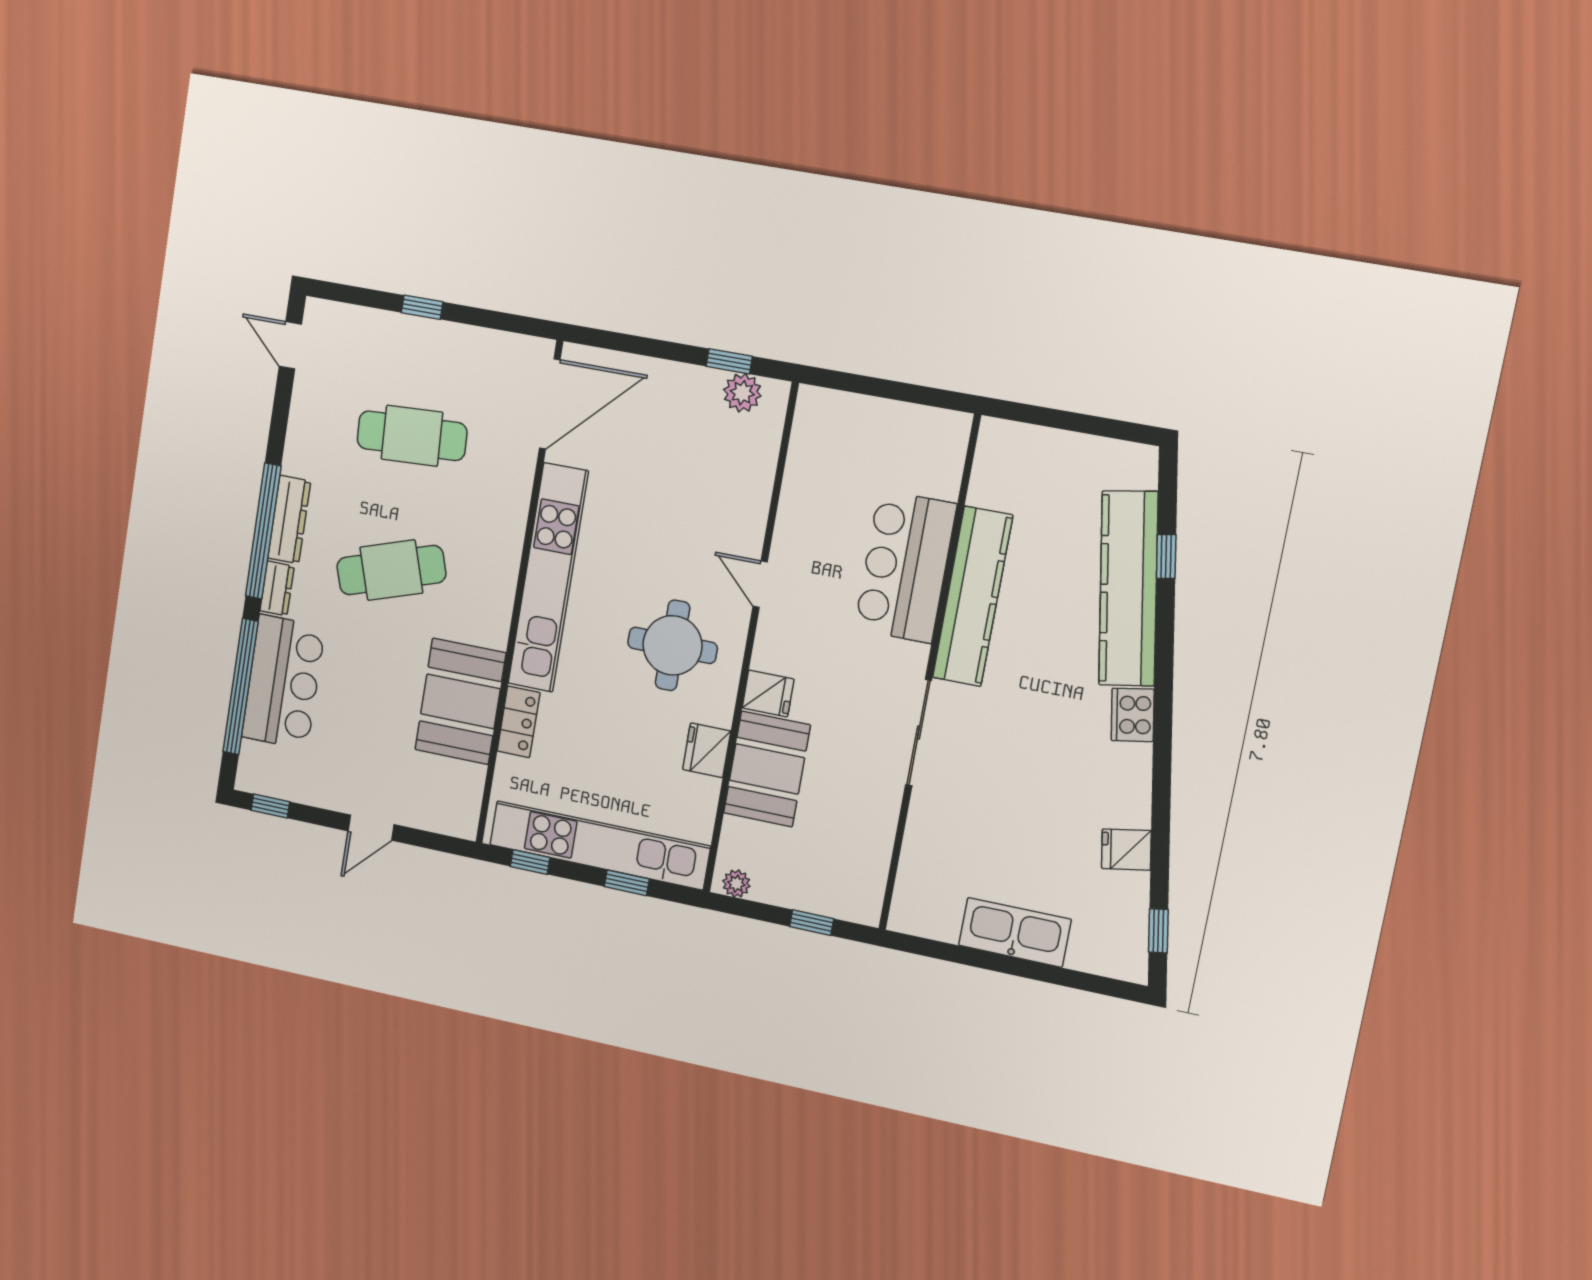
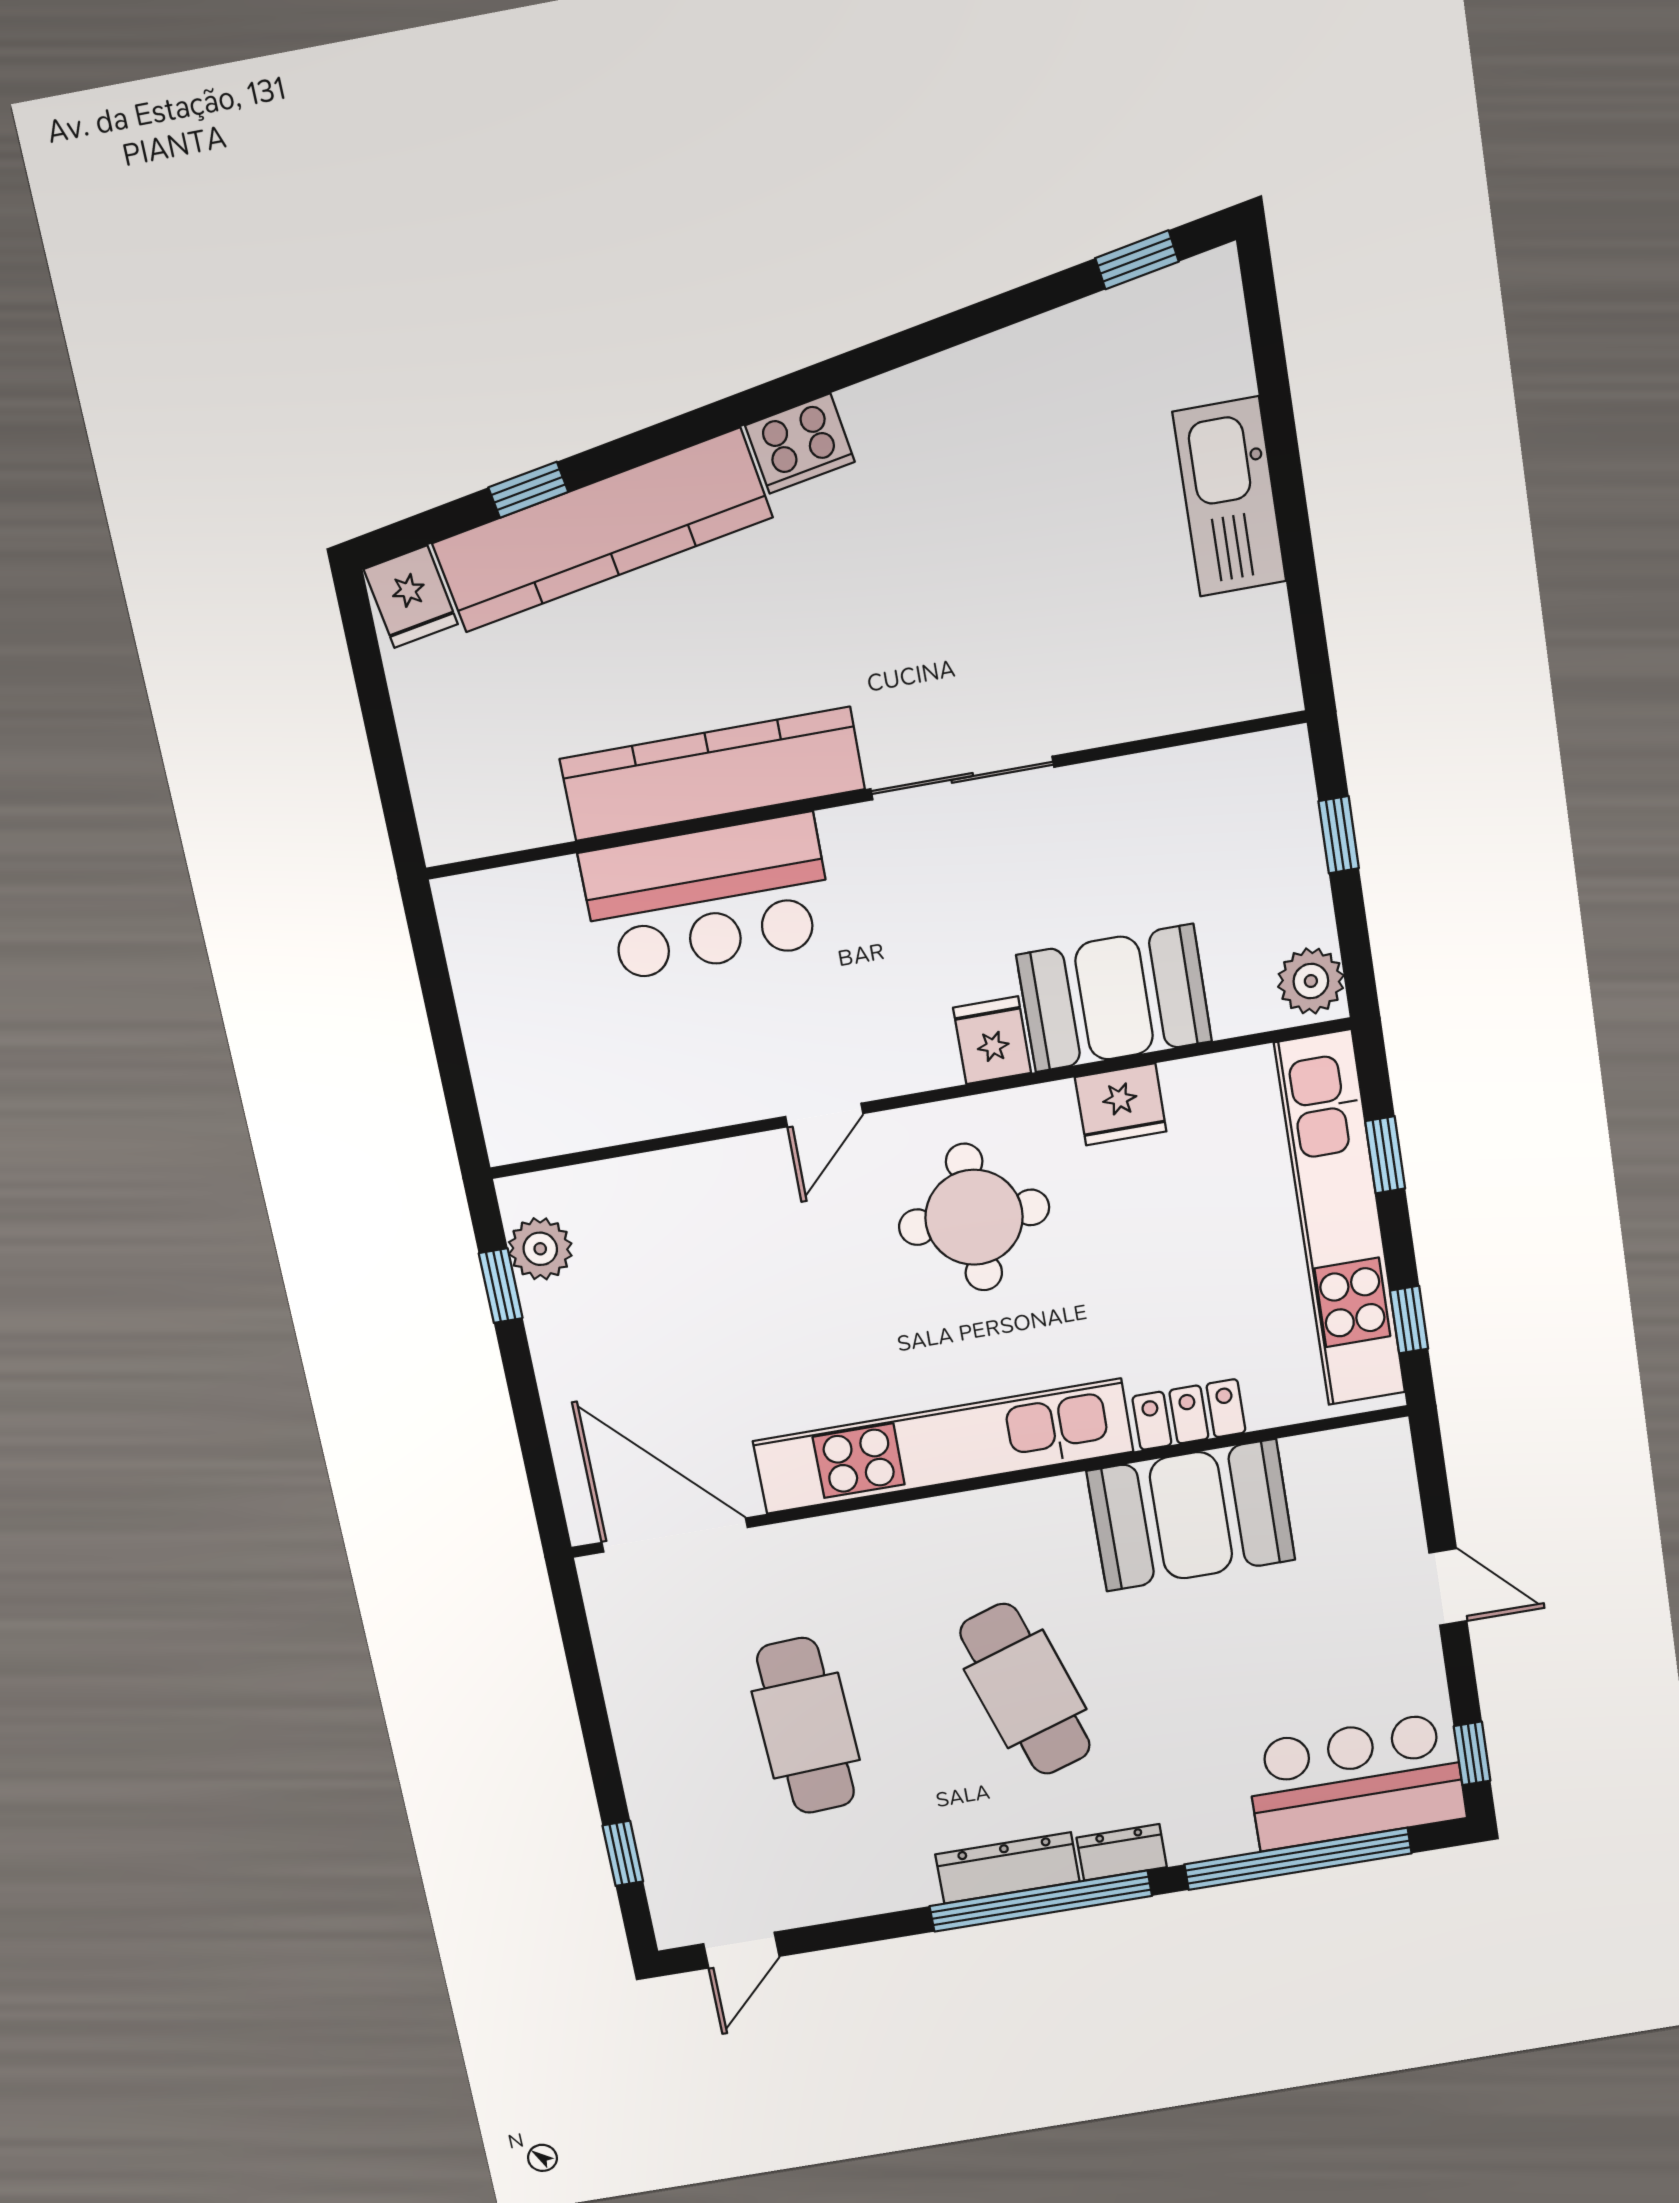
window: (422, 307) -> (623, 1853), moved
bar counter: (283, 682) -> (1356, 1781), moved
fridge: (1126, 850) -> (411, 597), moved
plant: (736, 884) -> (1311, 981), width x1.38, depth x1.38

